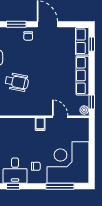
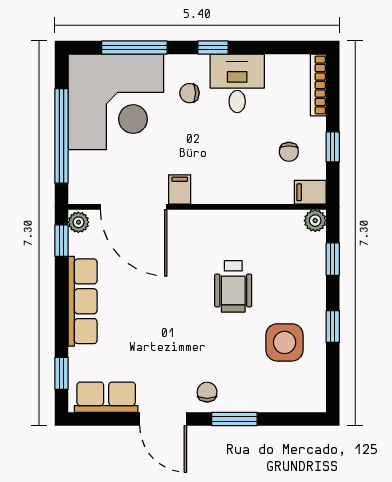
row of seats: (82, 41) -> (106, 397), moved, turned -90
wheelchair: (17, 82) -> (233, 286), turned -101
door: (60, 117) -> (134, 207), width x1.88
window: (92, 148) -> (61, 136), added
window: (13, 186) -> (213, 48), moved

